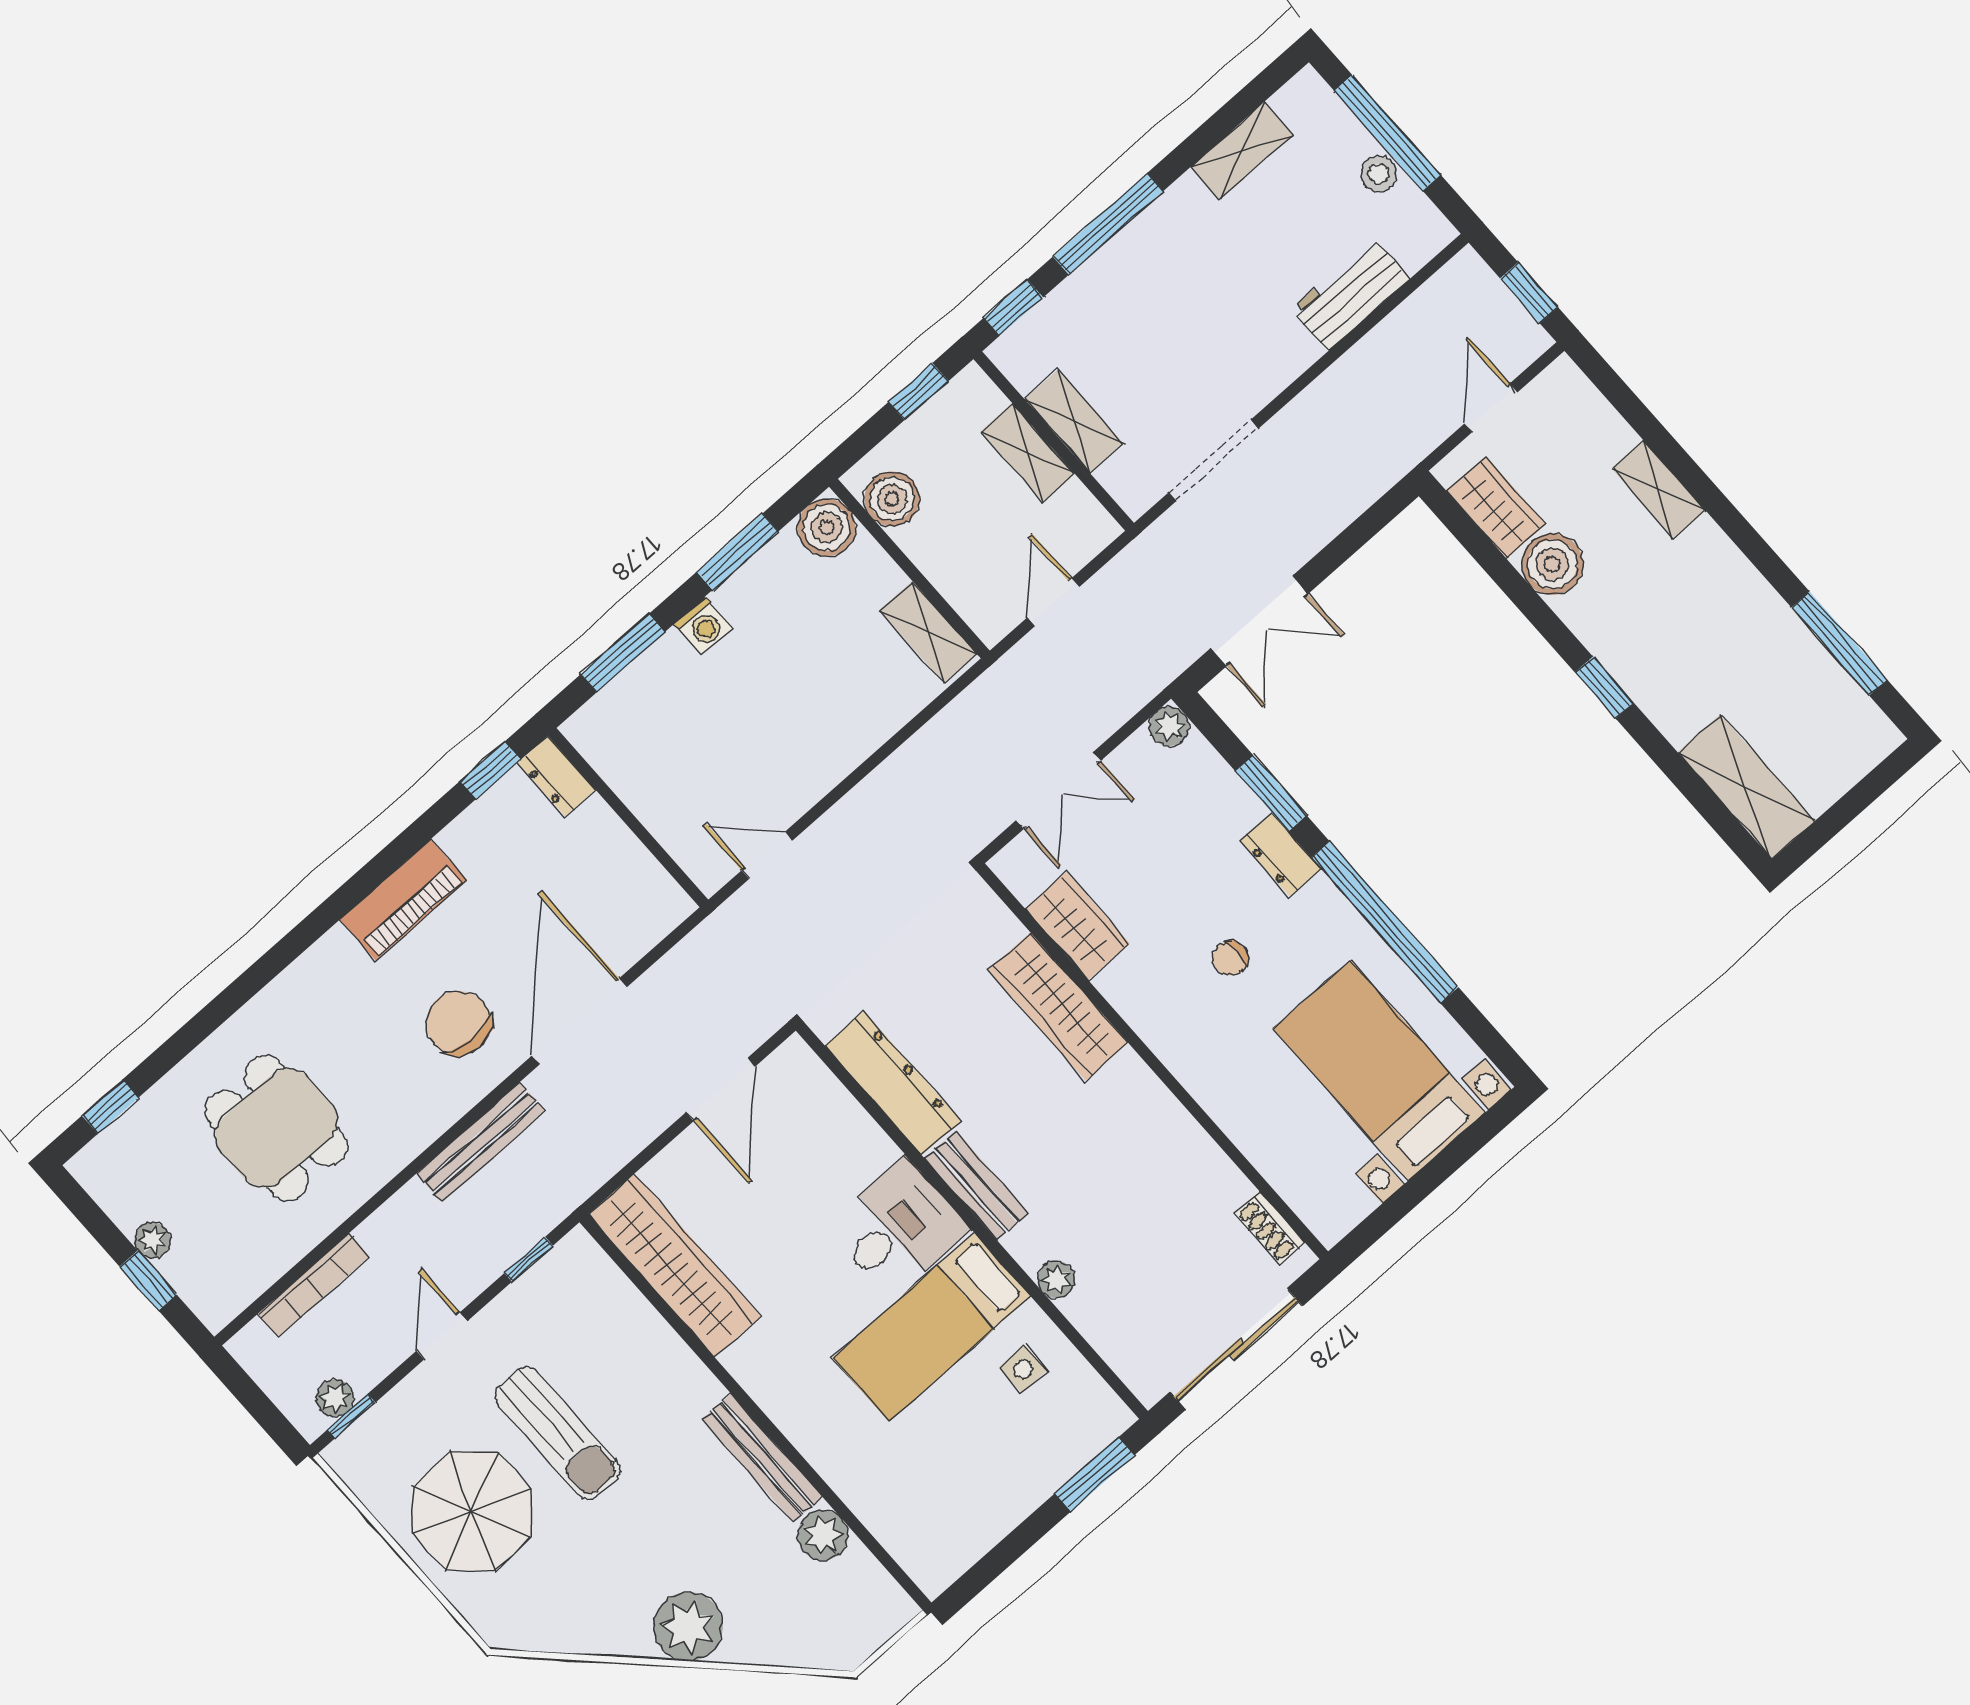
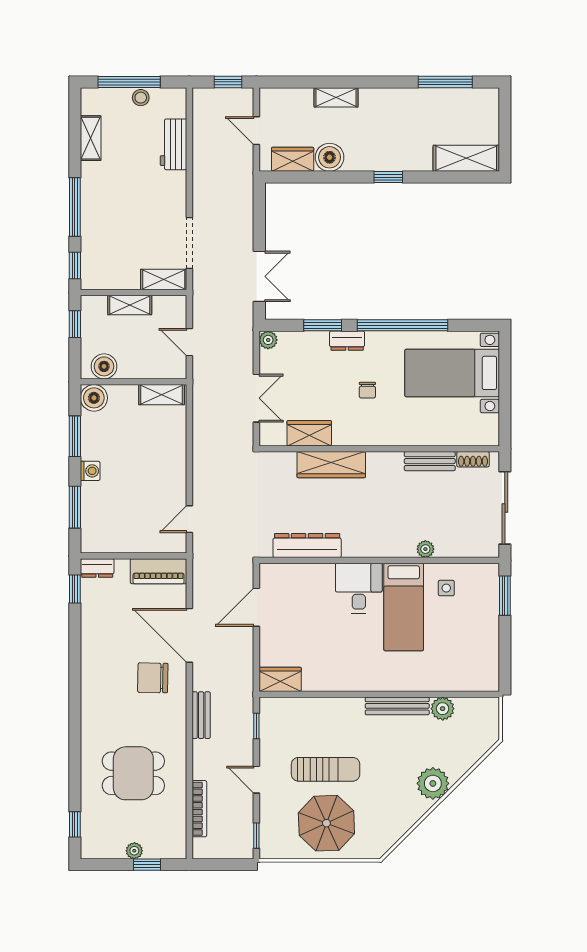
shelving: (1074, 422) -> (164, 279), moved
piano: (403, 900) -> (159, 571), moved, turned 90
door: (721, 1089) -> (256, 607), swing flipped
bench: (481, 1142) -> (201, 715), width x0.73
bench: (976, 1185) -> (430, 461), moved
wardrobe: (674, 1265) -> (280, 679), width x0.48, depth x0.85
plant: (335, 1398) -> (245, 836), removed

